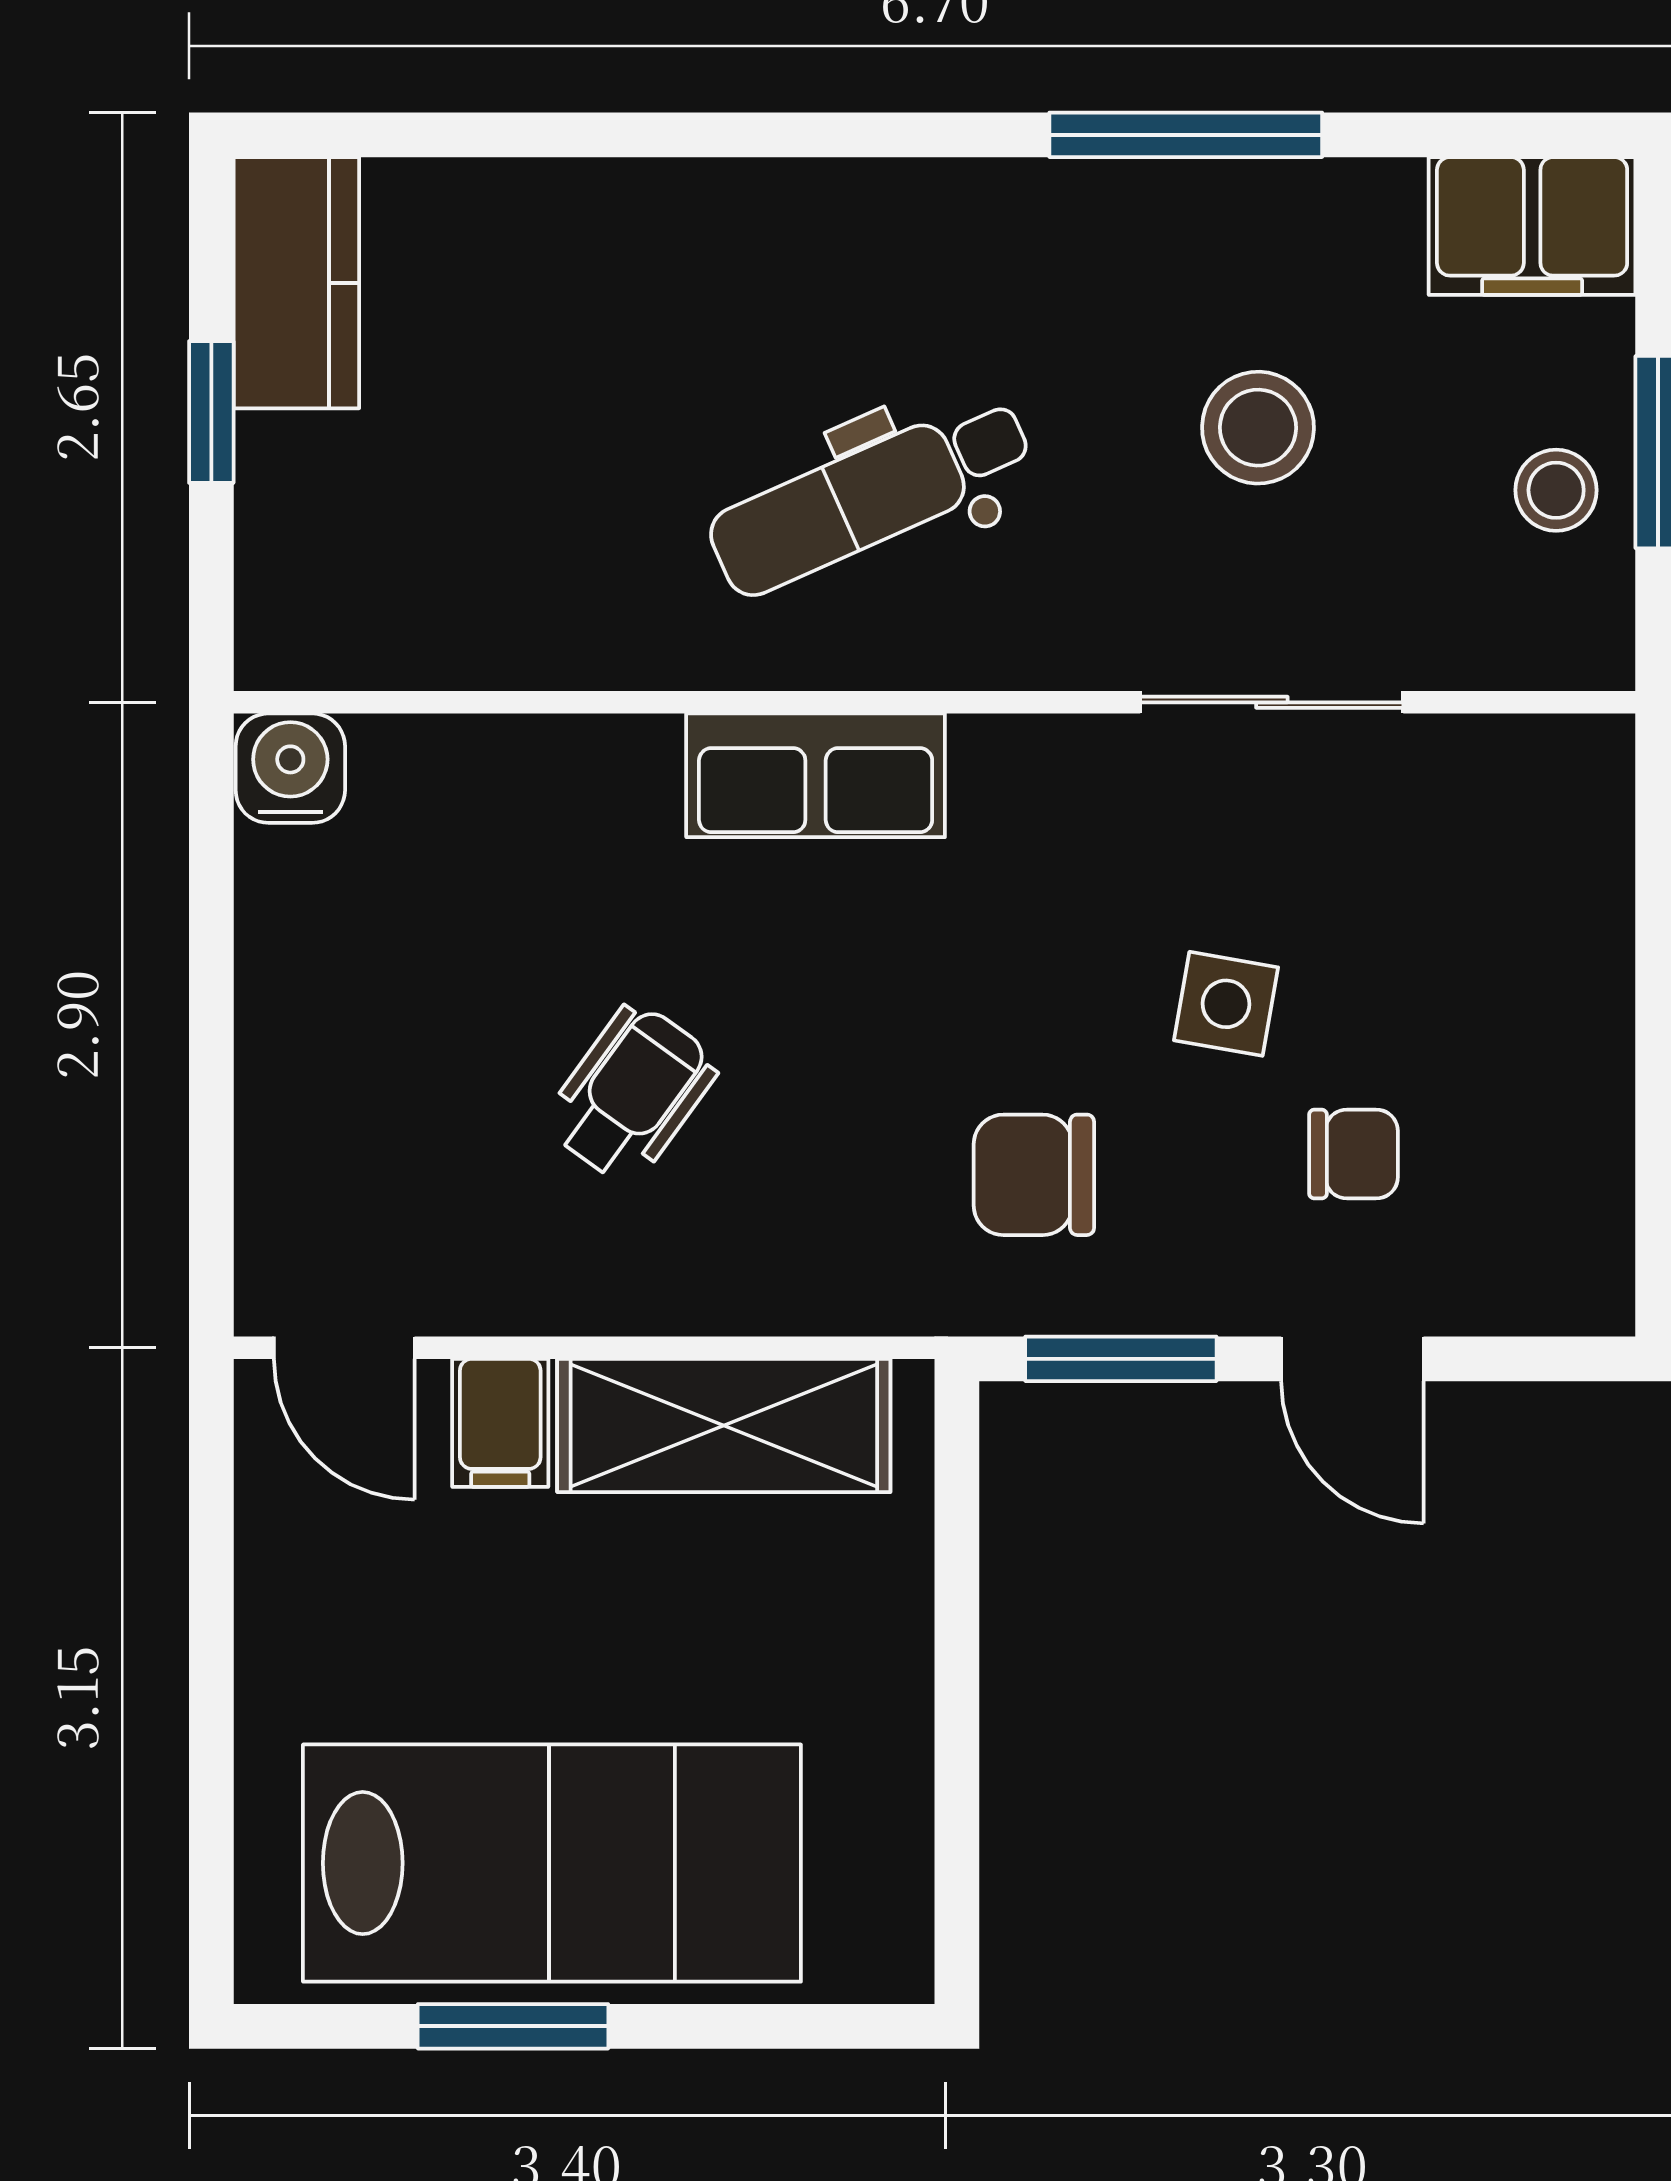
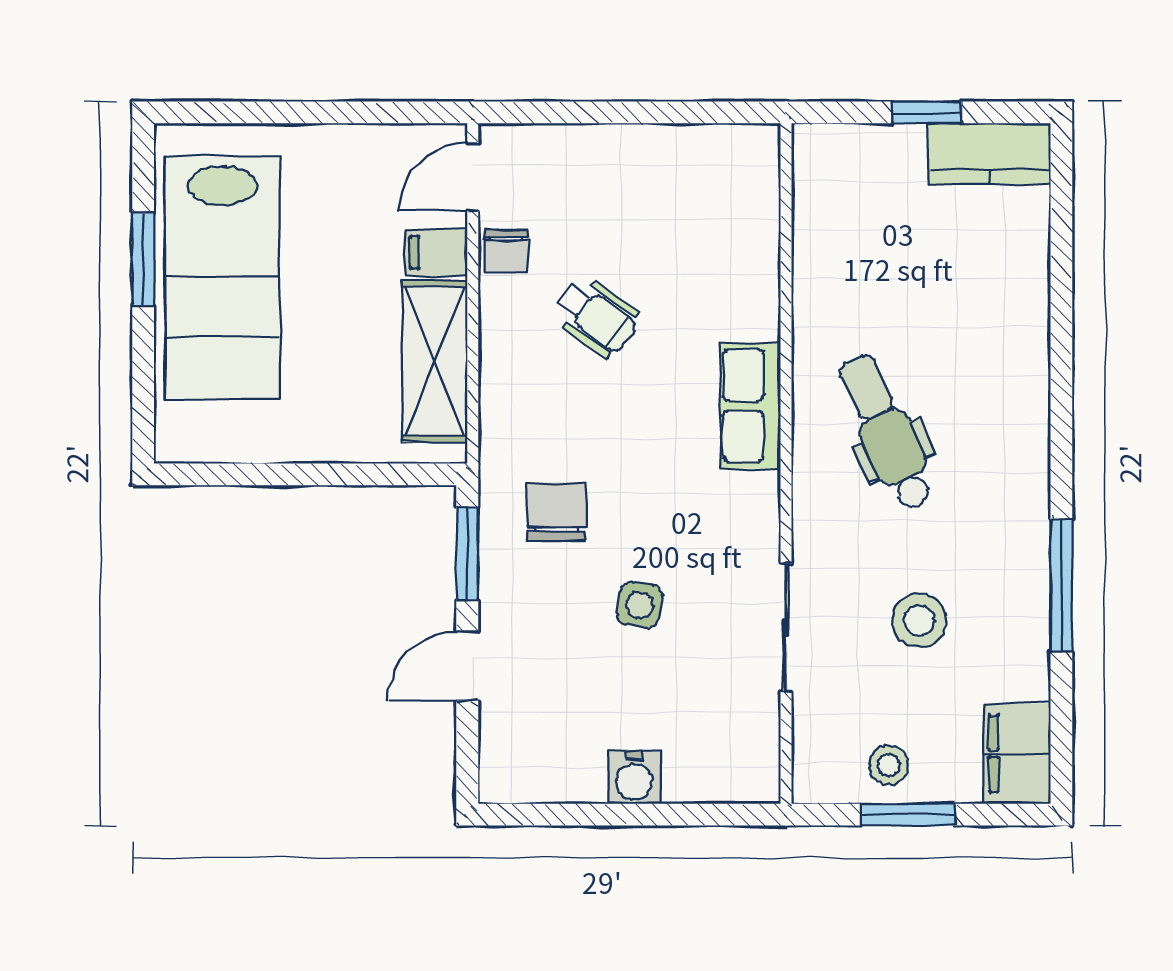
water cooler: (290, 768) -> (634, 777), moved, turned 90
chair: (1354, 1154) -> (506, 251), moved

